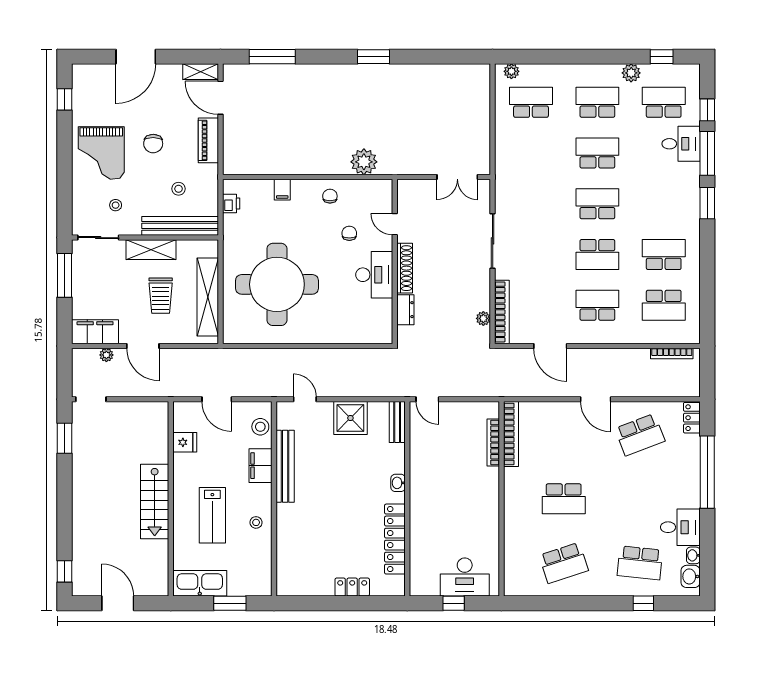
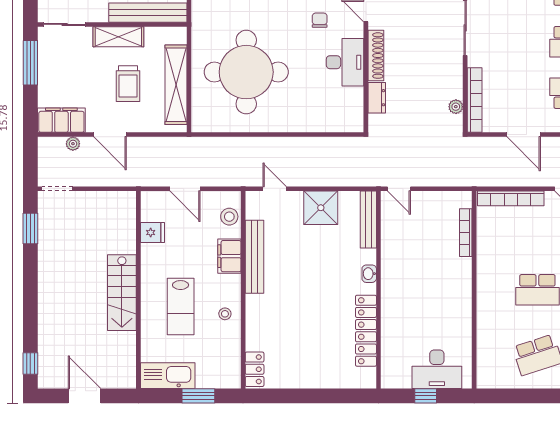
bench: (397, 422) -> (368, 219), width x1.36
bookcase: (511, 434) -> (511, 198), moved, turned 90
locker: (352, 587) -> (255, 369), moved, turned 90

